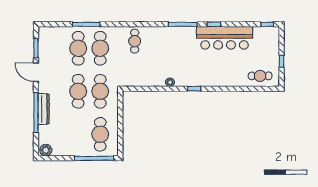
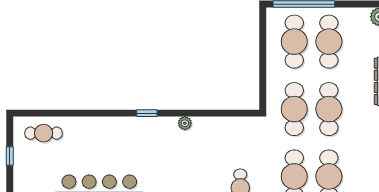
cafe table: (78, 134) -> (329, 42), added

